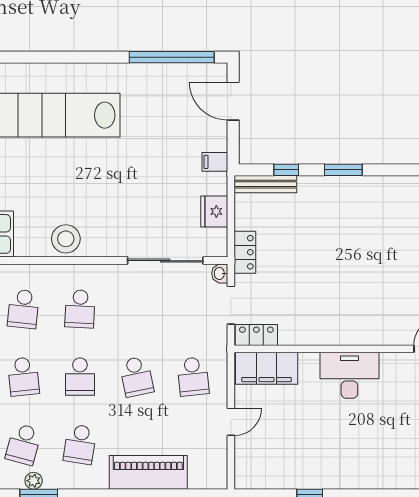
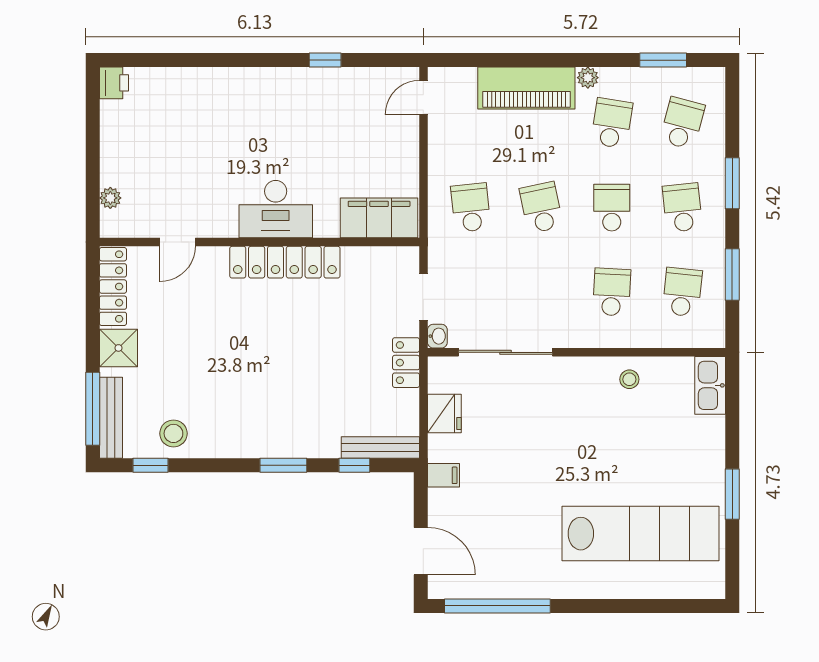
stool: (66, 239) -> (629, 379), width x0.53, depth x0.53
locker: (256, 335) -> (285, 262), moved, width x2.16, depth x1.21
door: (231, 422) -> (423, 97), moved
plant: (34, 481) -> (588, 78), moved

